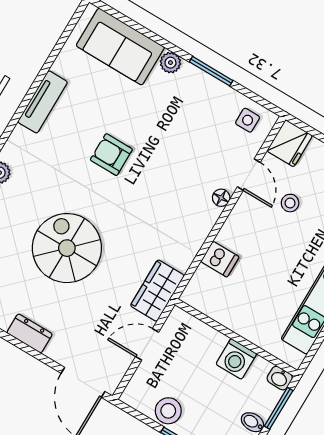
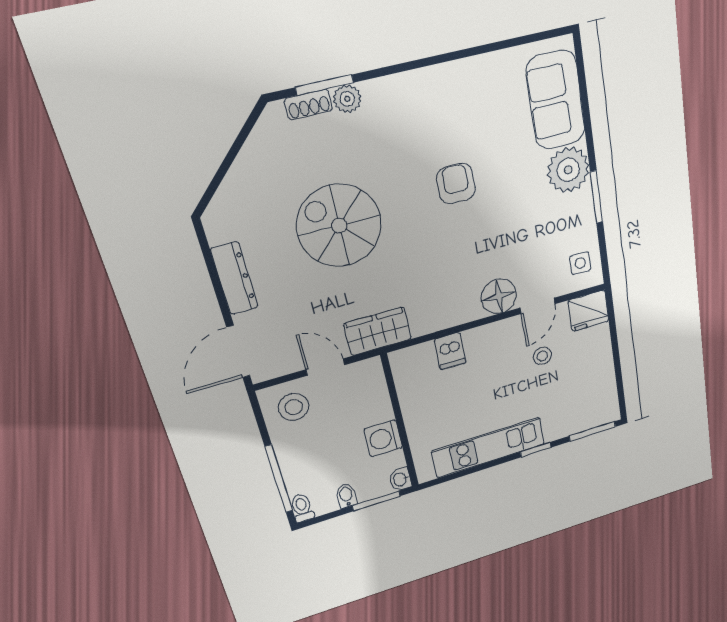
plant: (170, 63) -> (568, 170), width x1.88, depth x1.88
tv unit: (43, 102) -> (448, 77), removed
floor lamp: (221, 198) -> (499, 296), width x1.89, depth x1.89
spiral stairs: (67, 248) -> (339, 226), turned -90
dresser: (30, 333) -> (234, 278), width x1.44
stool: (168, 411) -> (294, 407), moved

